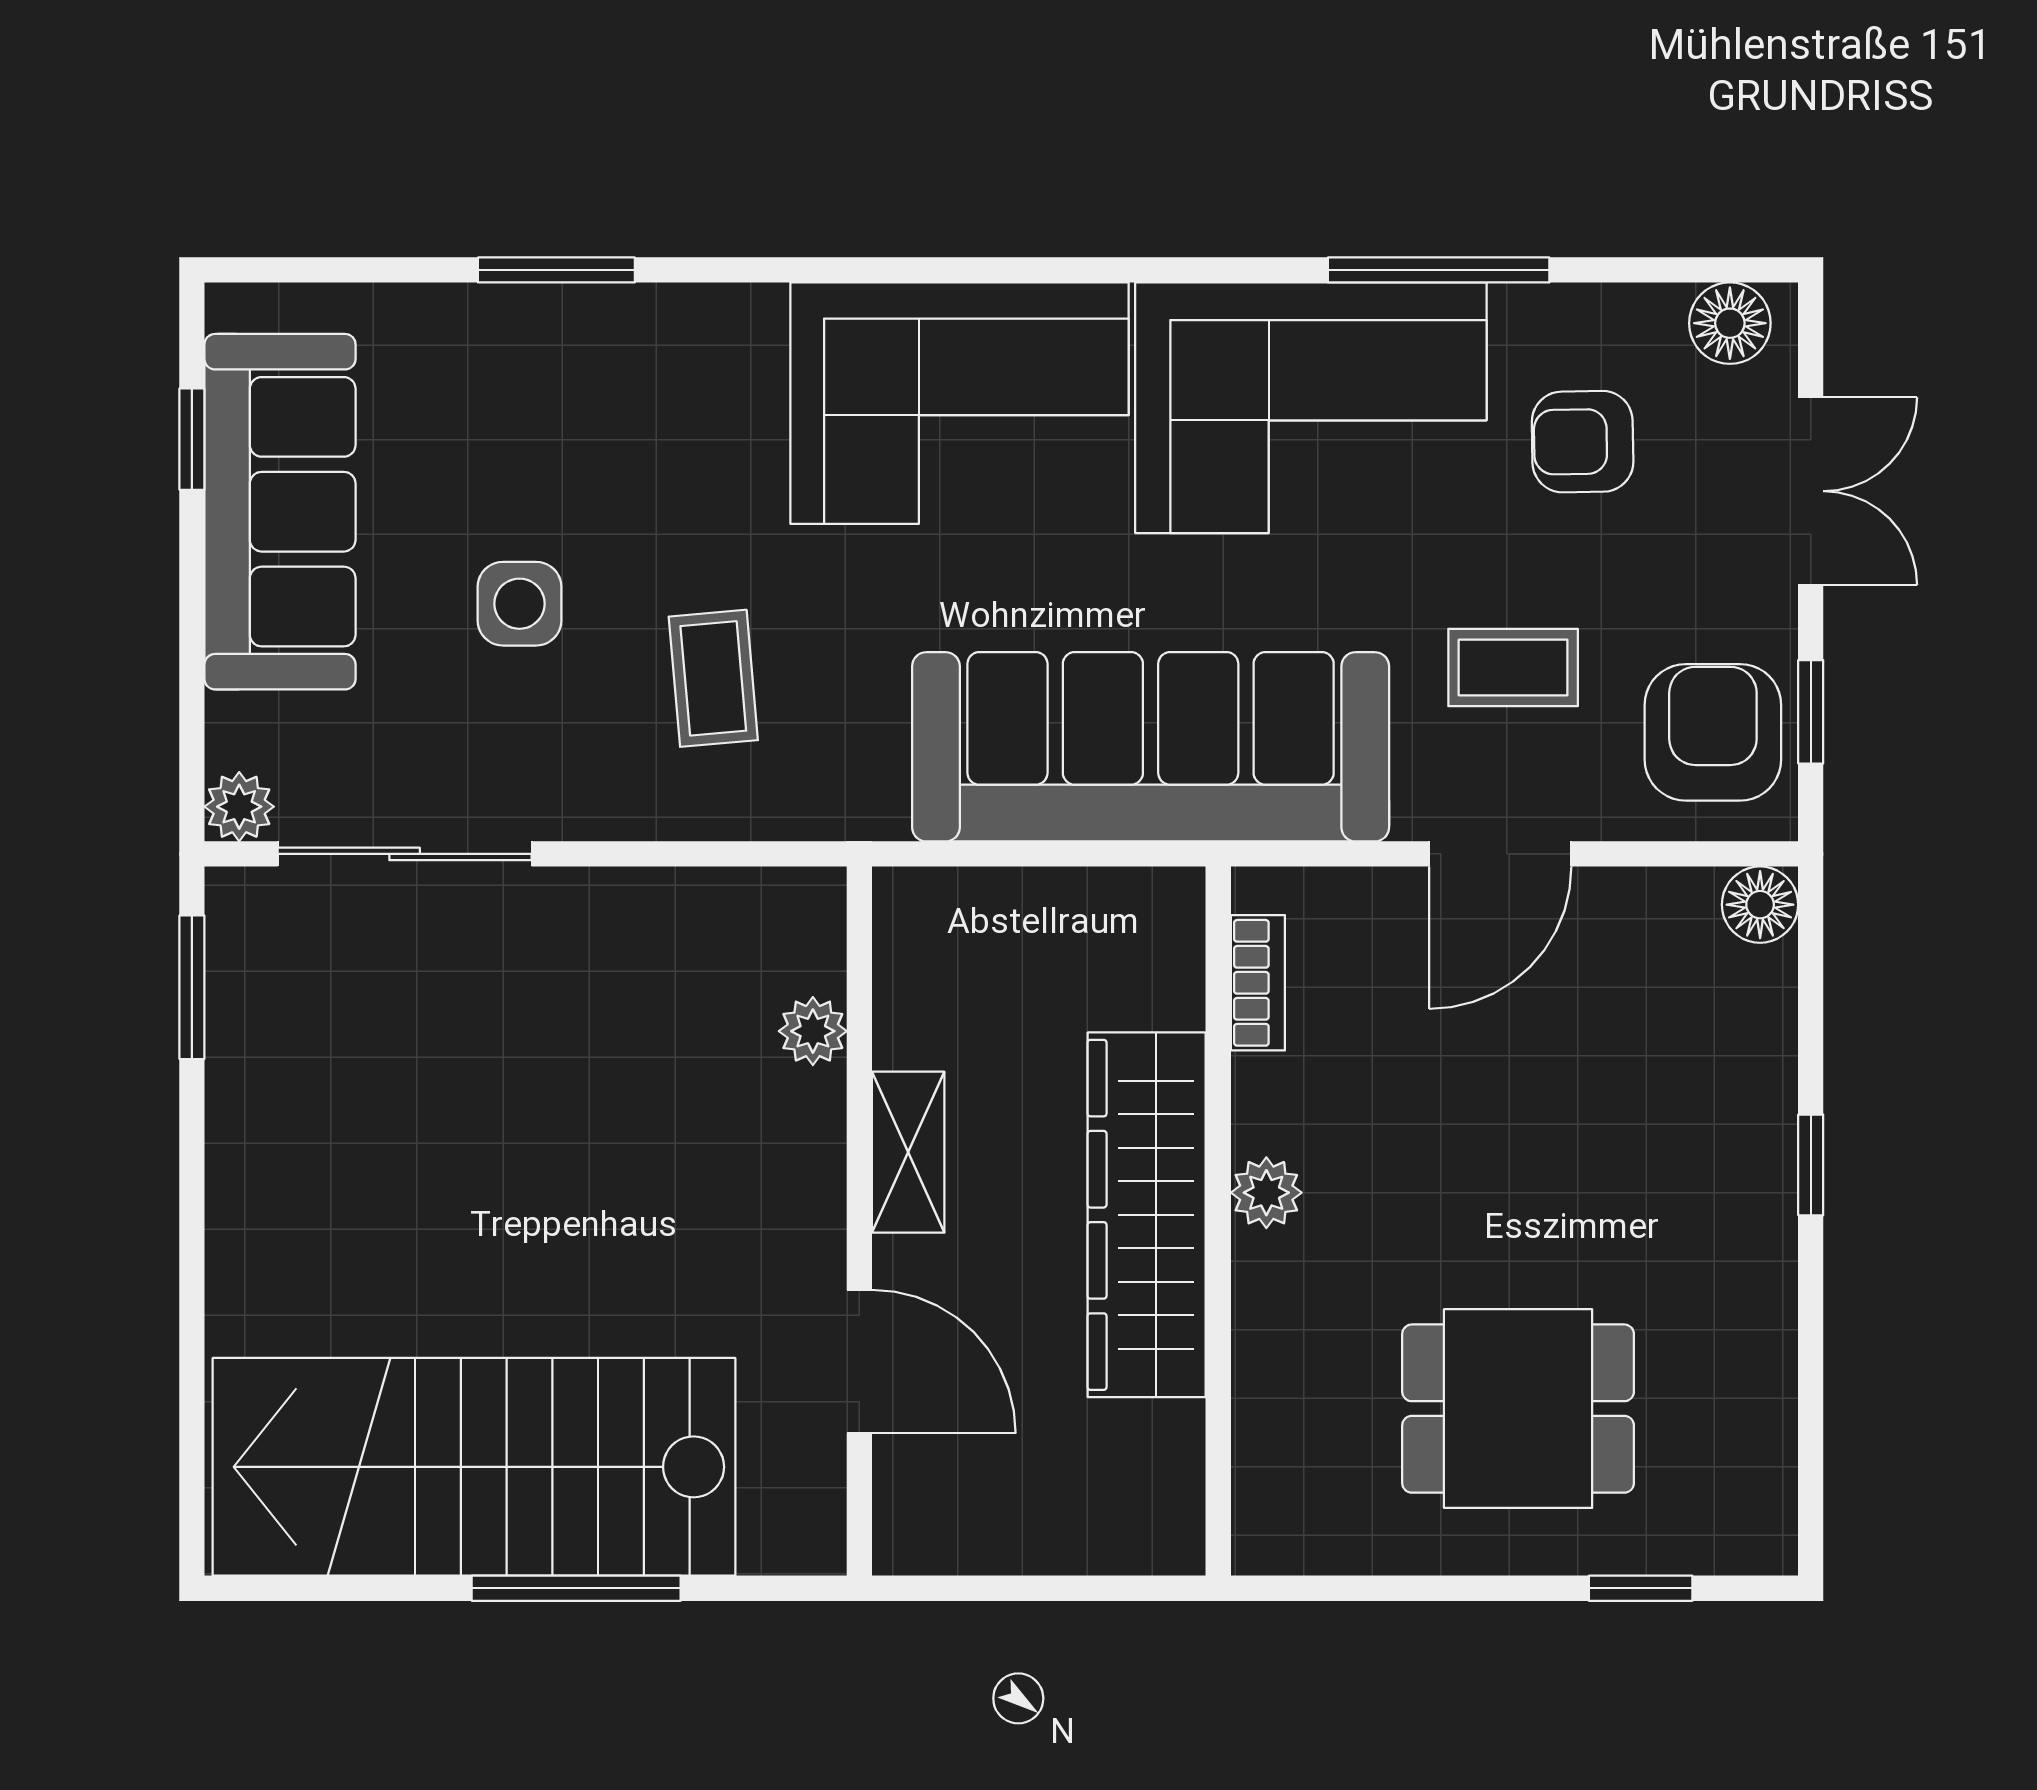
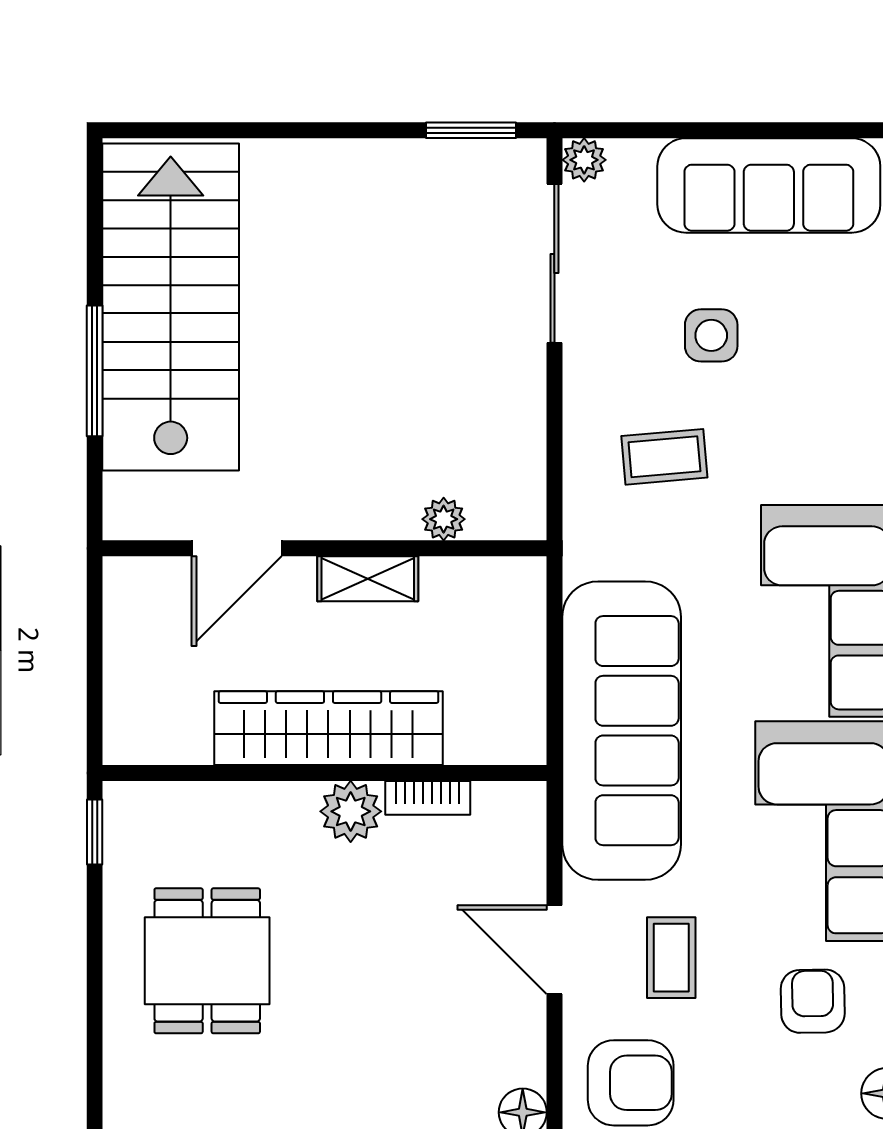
window: (192, 439) -> (814, 130), removed
bookcase: (1258, 983) -> (428, 798), moved
plant: (1266, 1193) -> (351, 811), width x1.38, depth x1.38
window: (1641, 1588) -> (95, 832), moved

